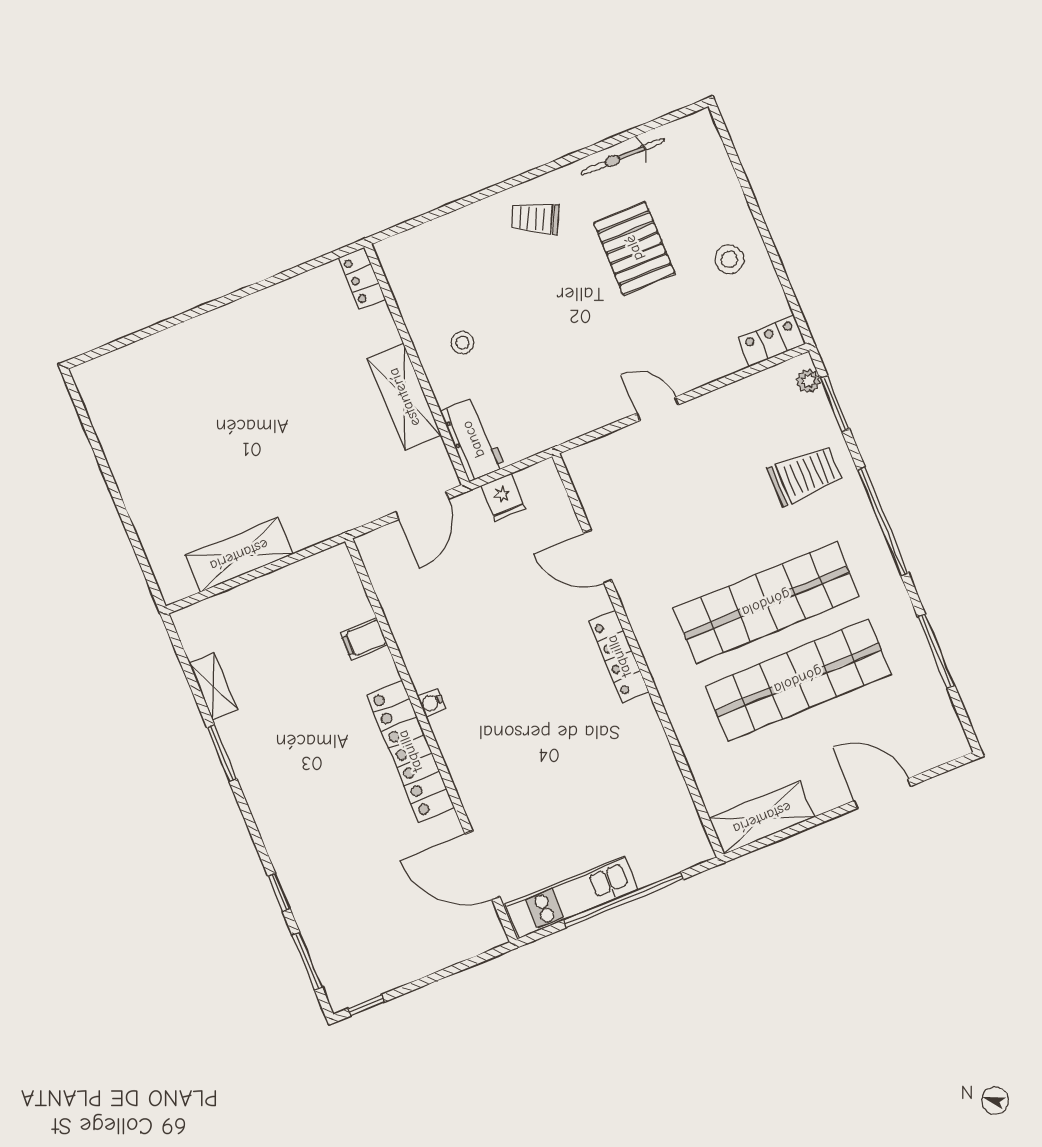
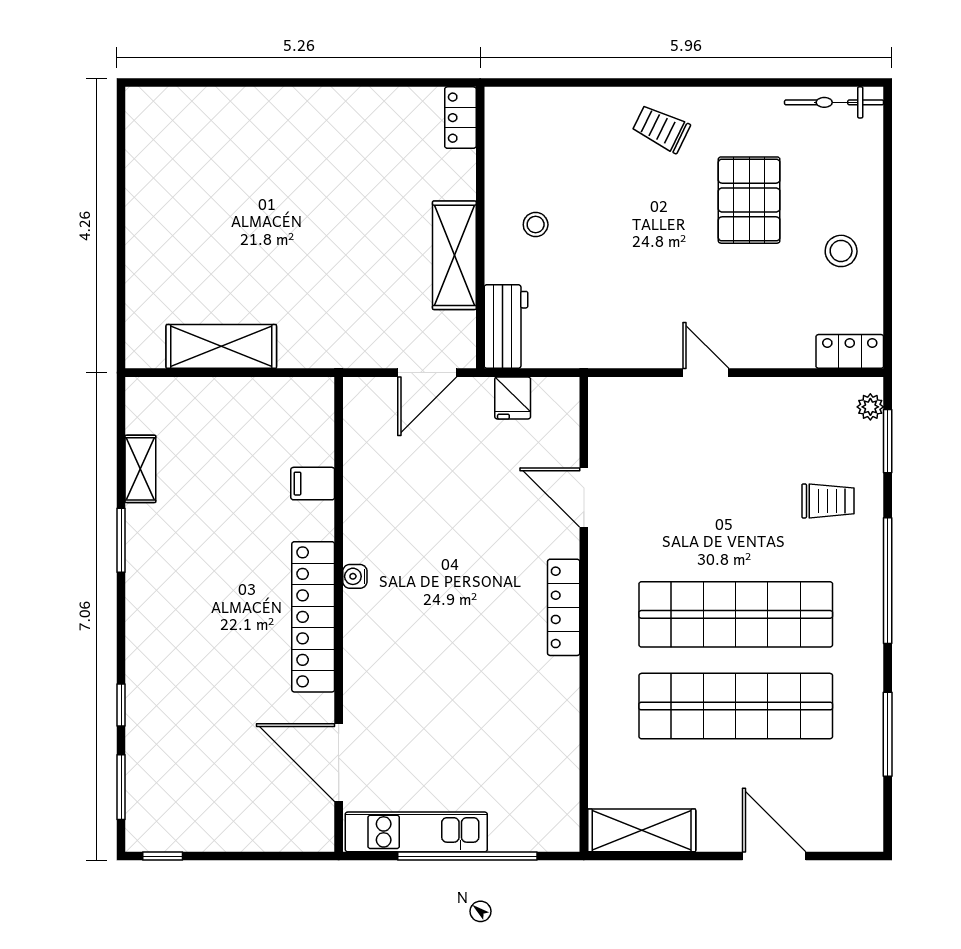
bicycle: (622, 157) -> (834, 102), moved
trolley: (805, 475) -> (828, 501), width x0.73, depth x0.72

